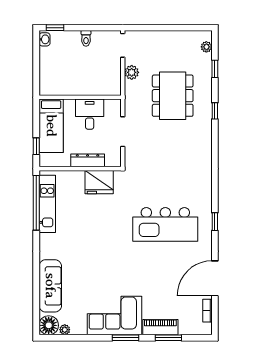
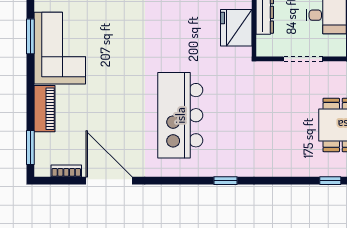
window: (215, 222) -> (226, 181), moved
window: (126, 338) -> (30, 36), moved
window: (168, 338) -> (30, 148), moved

